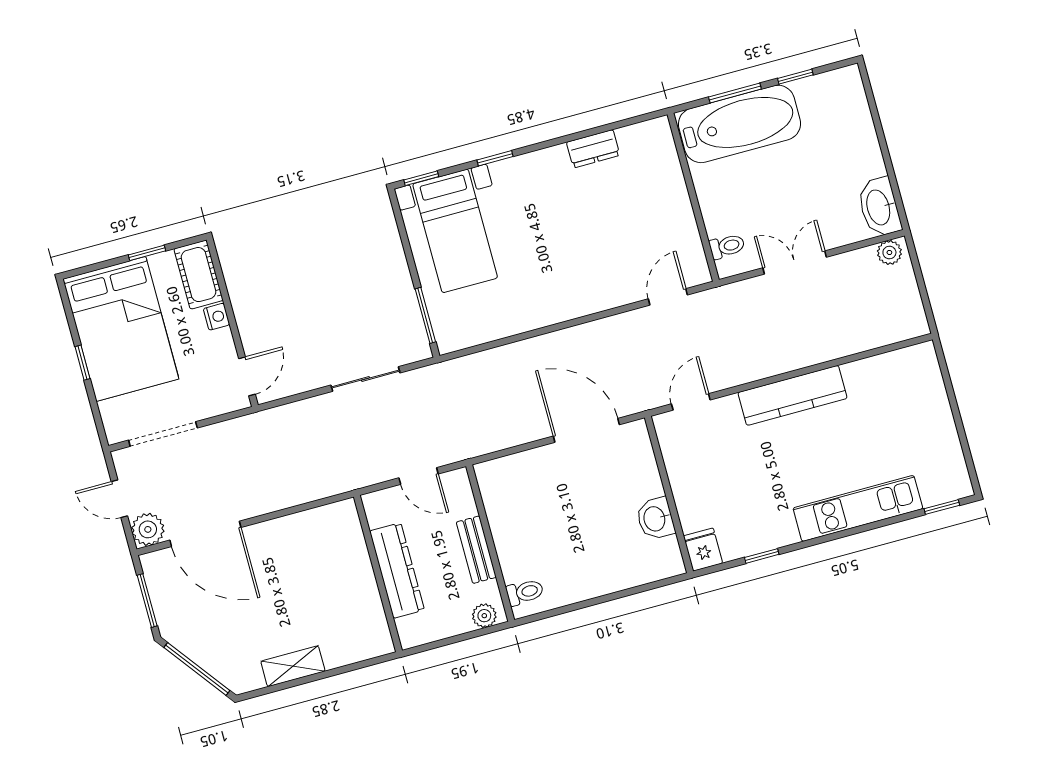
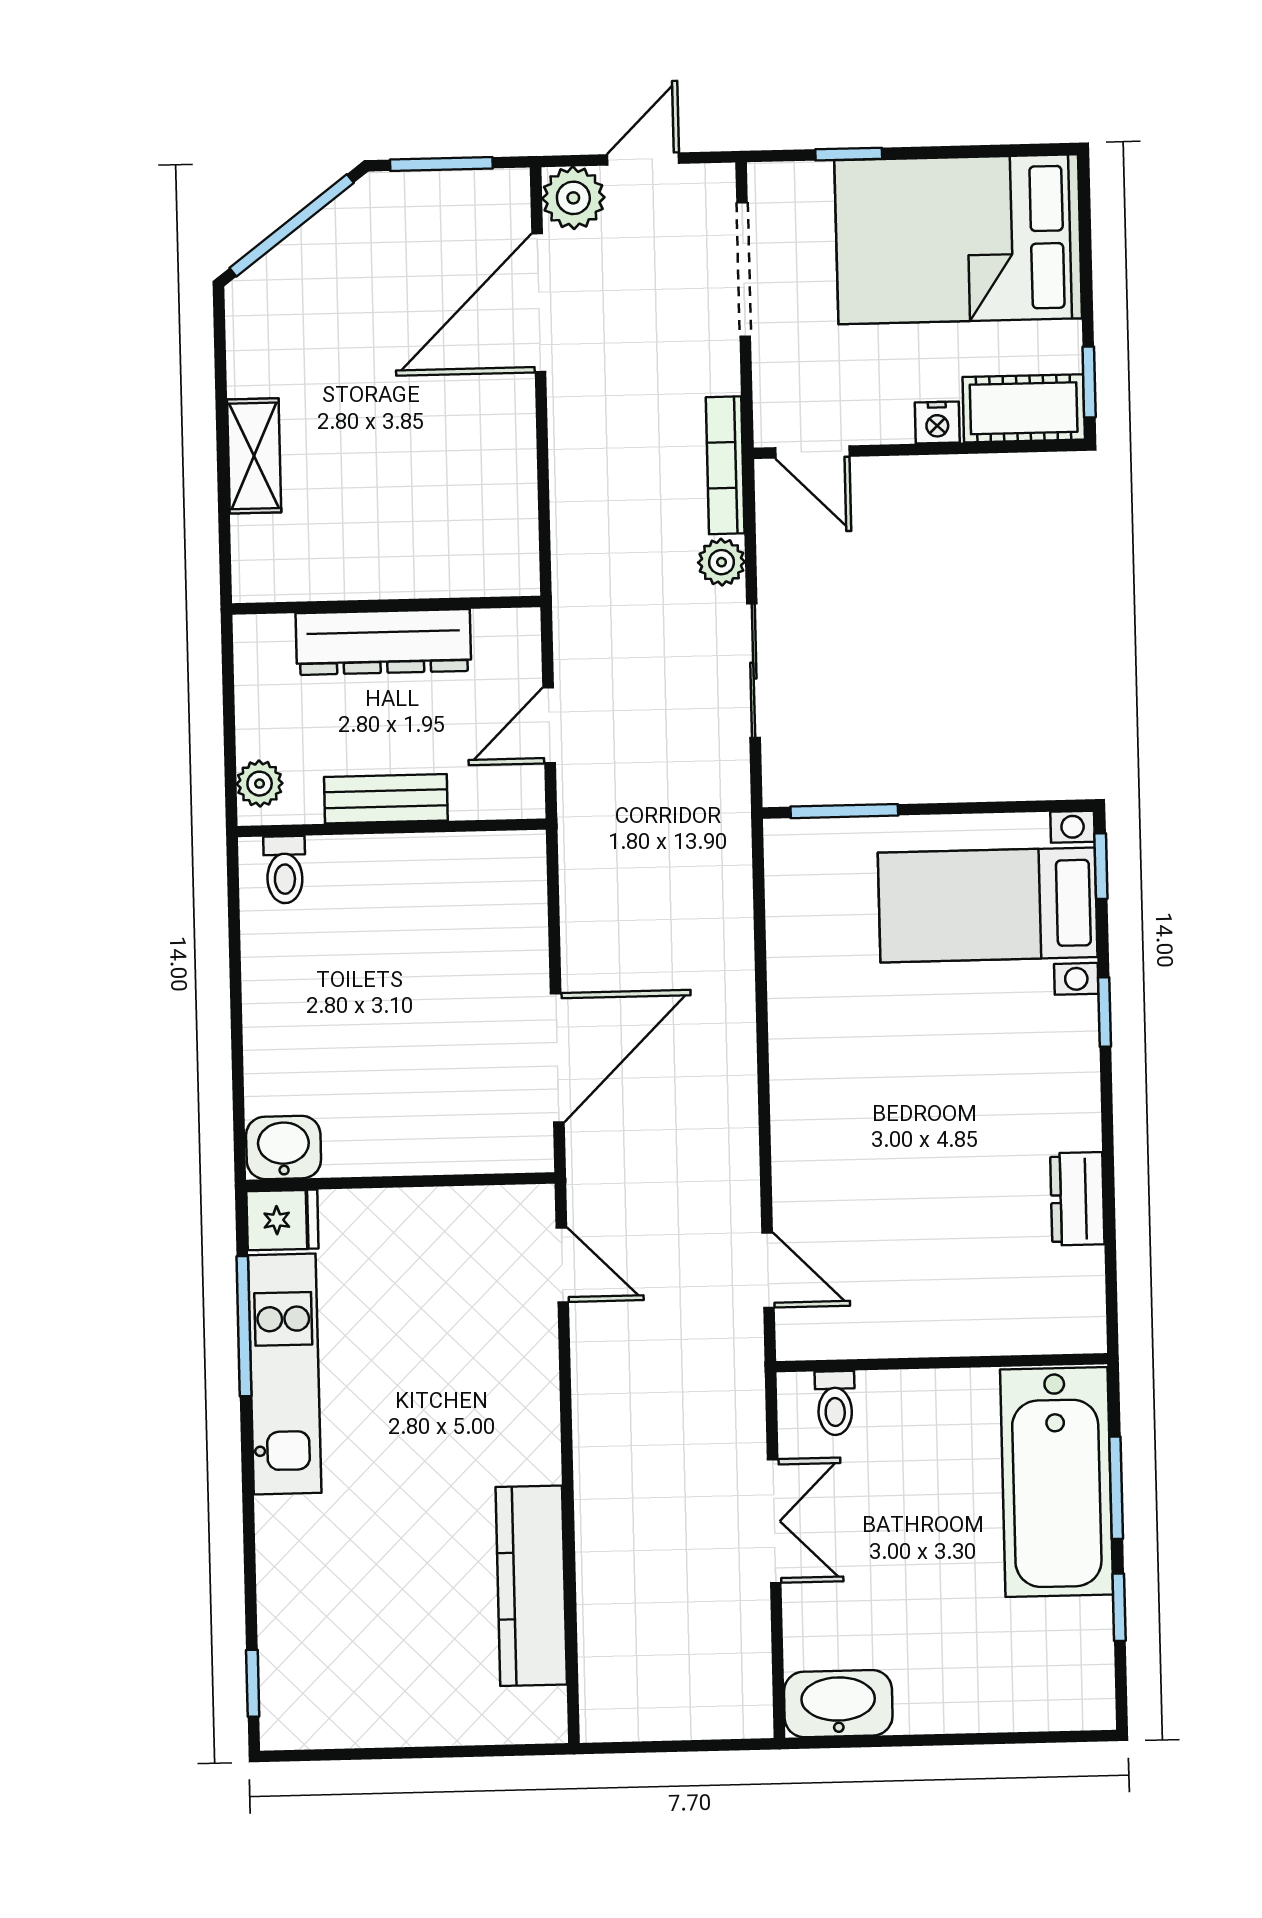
window: (147, 253) -> (1089, 382), moved
plant: (889, 253) -> (722, 562), moved
window: (82, 363) -> (849, 154), moved
kitchen counter: (792, 395) -> (531, 1586), moved
bookcase: (265, 419) -> (725, 465), added
kitchen unit: (858, 508) -> (285, 1374), moved
washbasin: (655, 519) -> (284, 1148), moved
window: (762, 556) -> (244, 1326), width x2.17
shelving: (293, 666) -> (254, 456), moved

